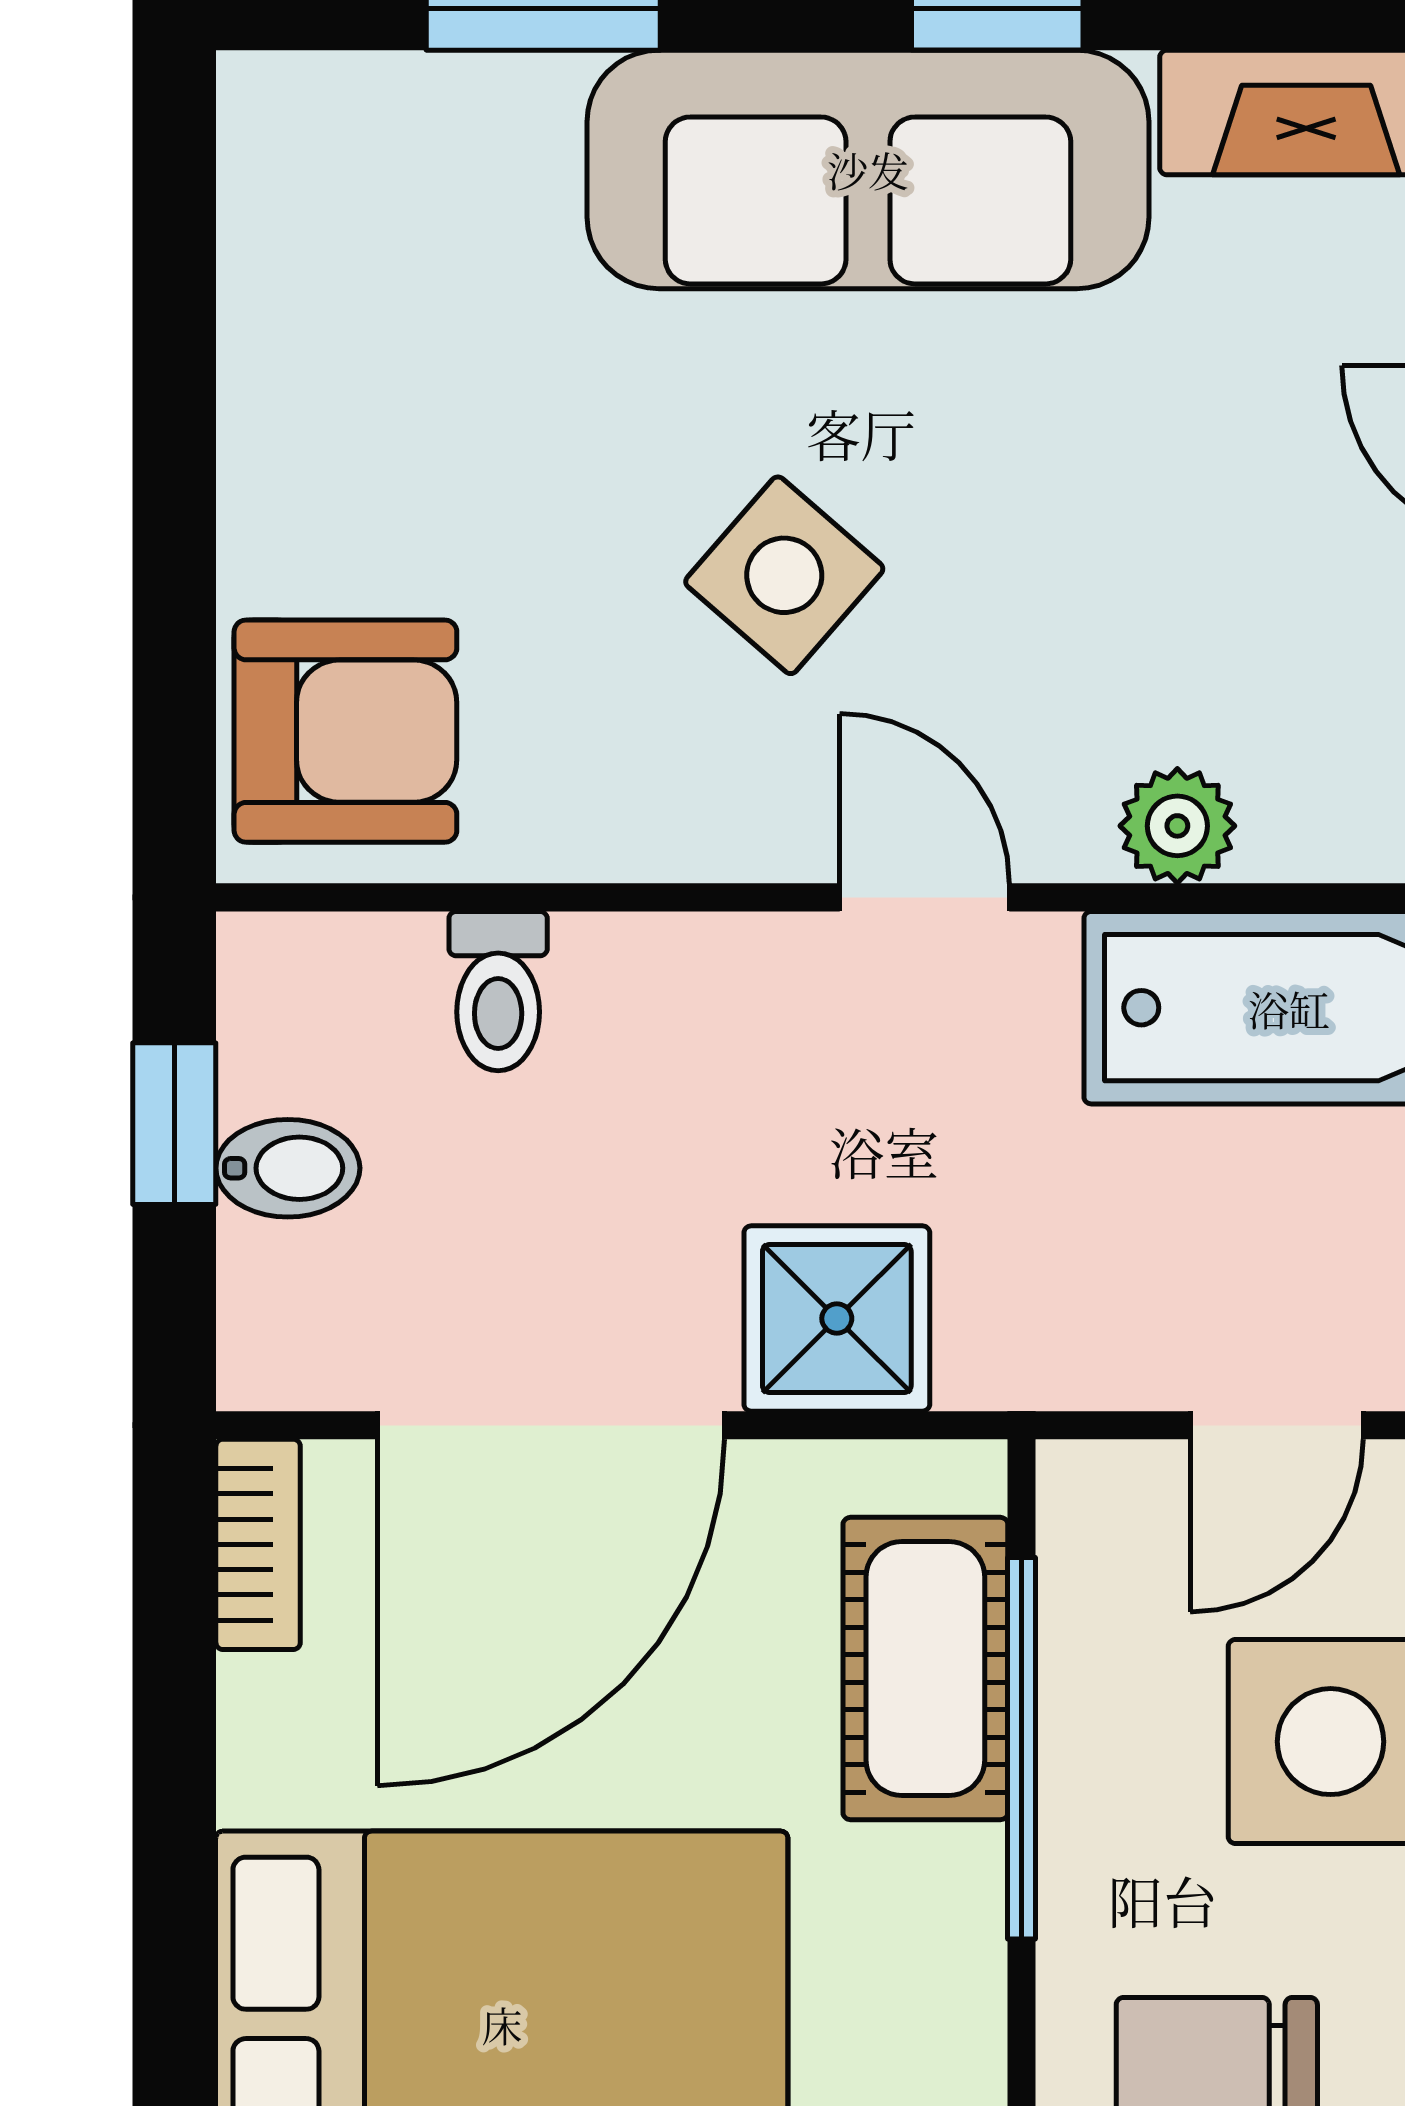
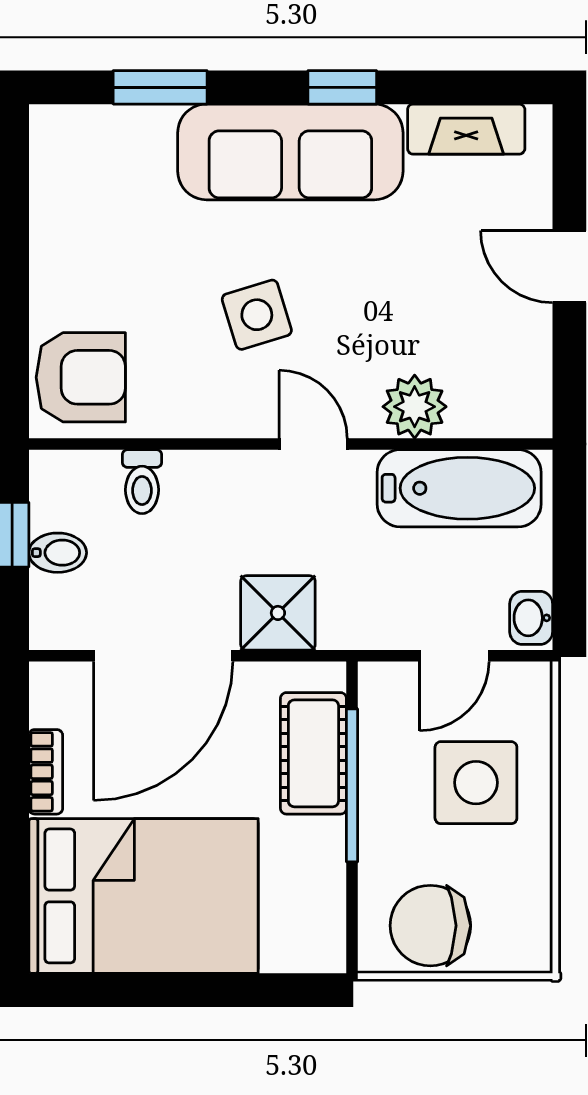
side table: (784, 575) -> (257, 315), turned 32
plant: (1177, 826) -> (415, 407), width x1.38, depth x1.38
bookcase: (258, 1544) -> (46, 772), moved

